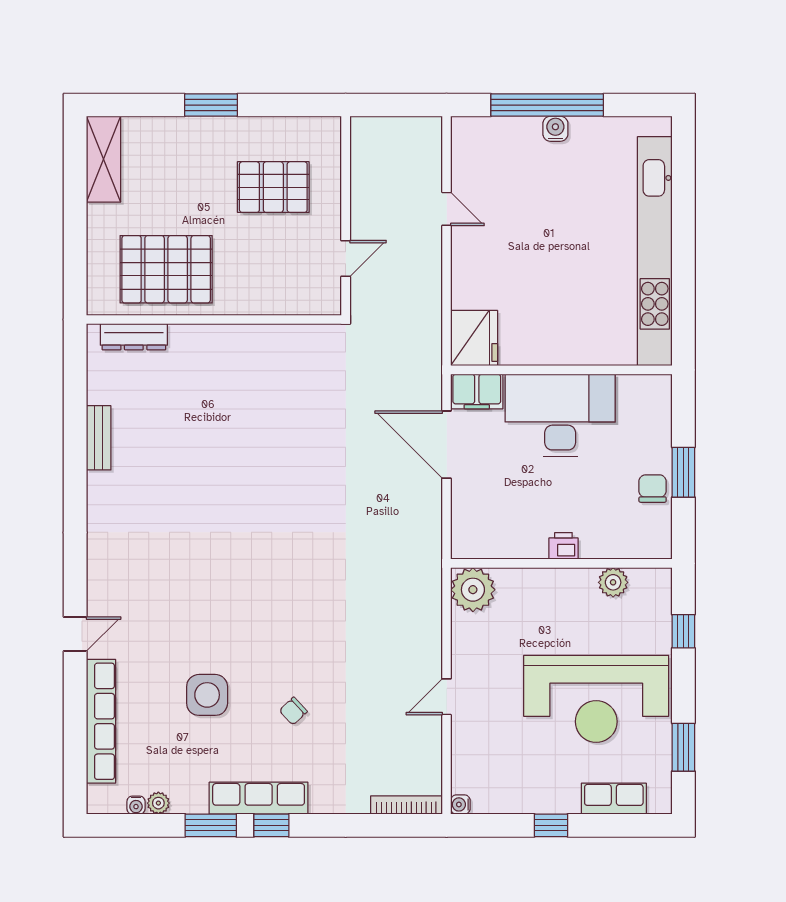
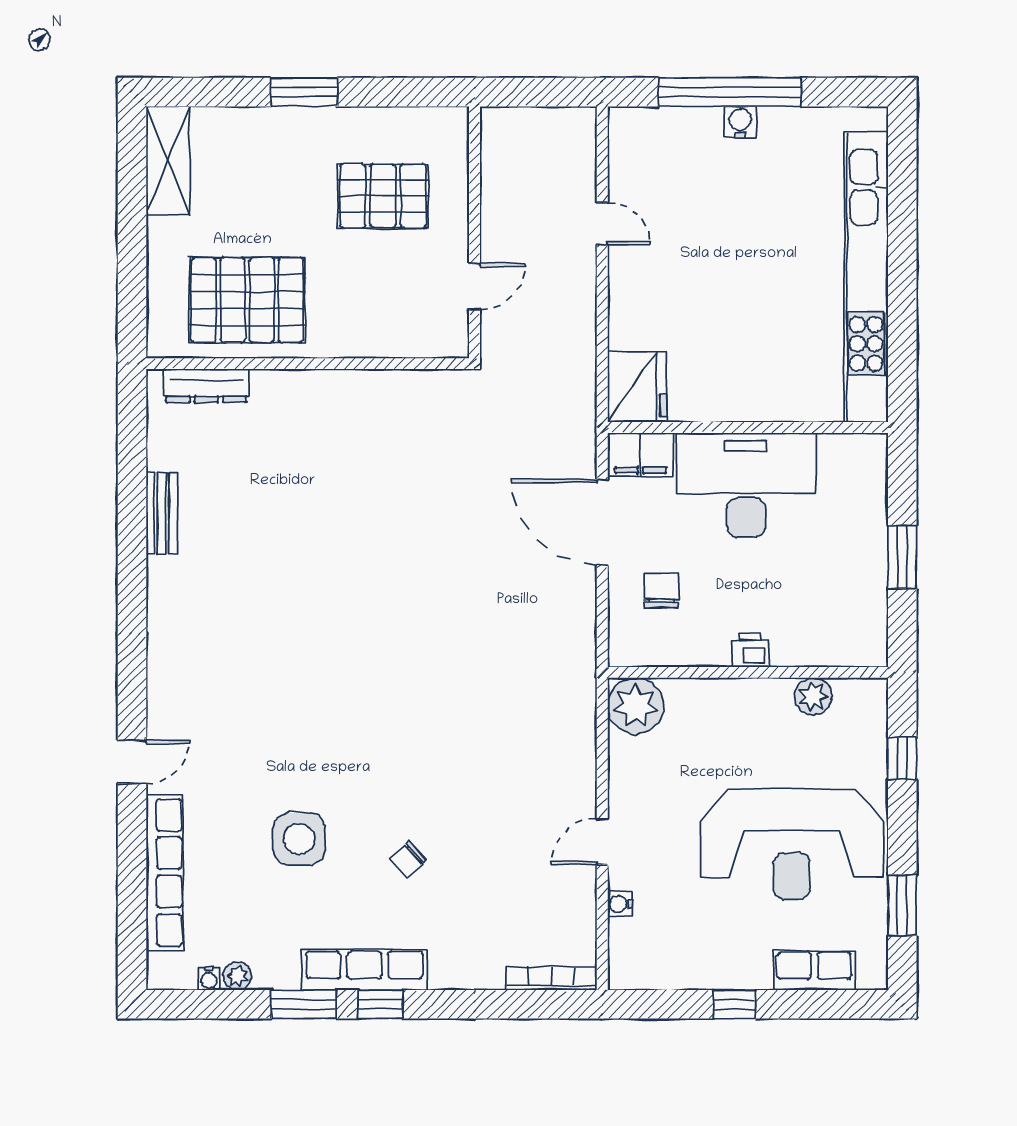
chair: (653, 489) -> (661, 590), moved
water cooler: (460, 804) -> (620, 904), moved

